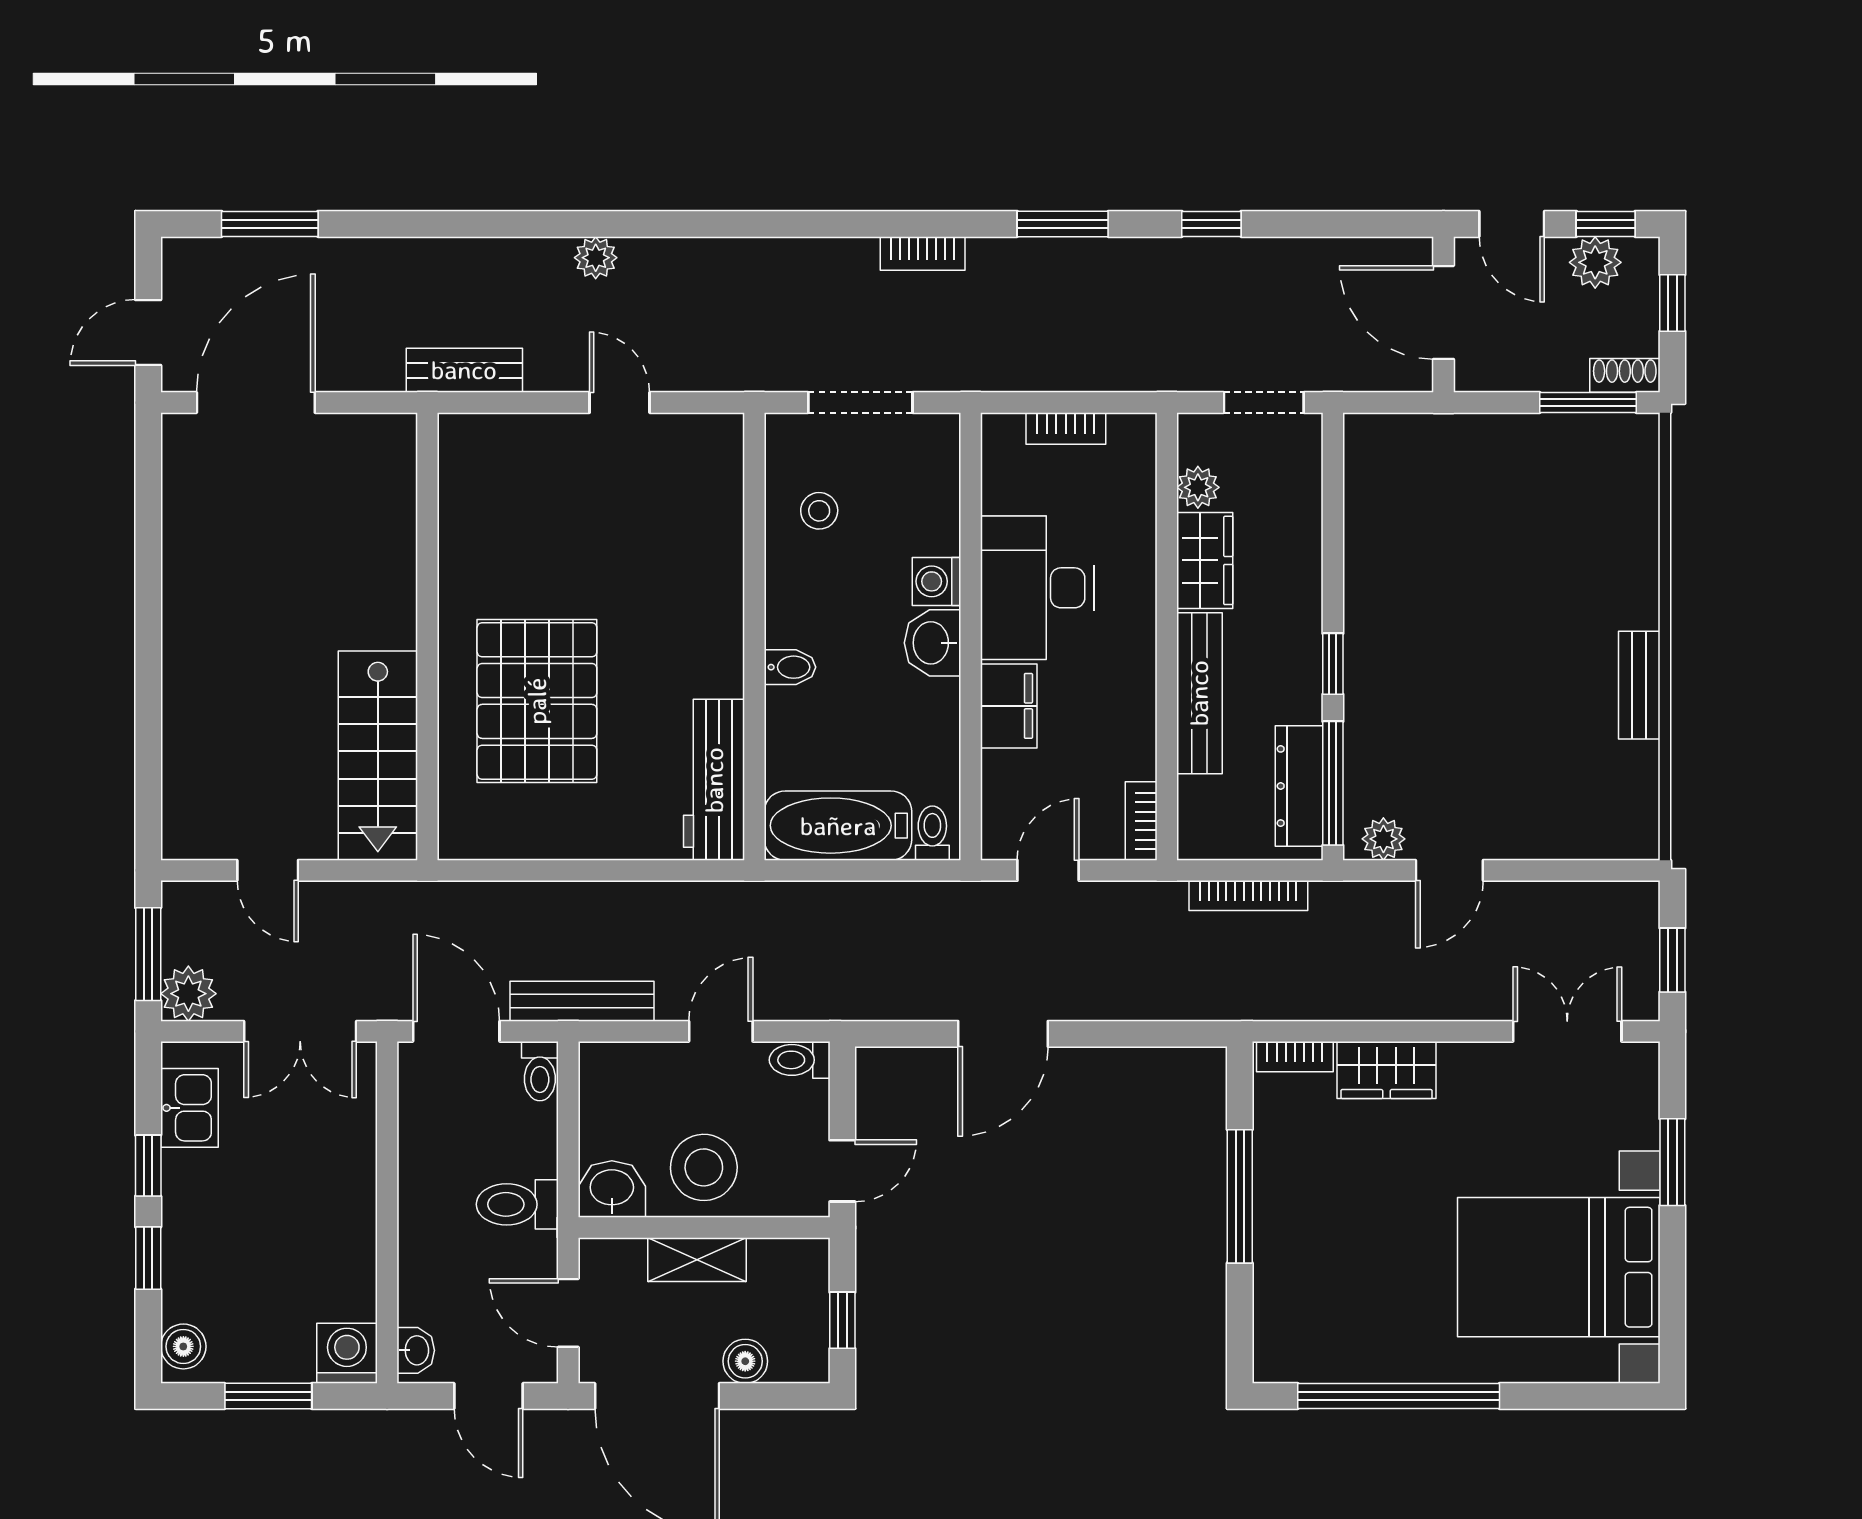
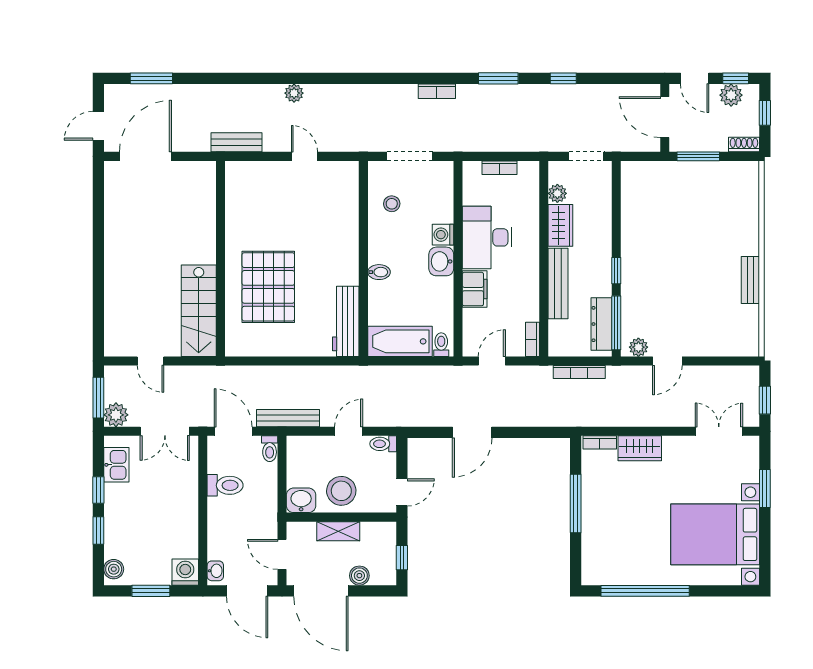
window: (1588, 403) -> (698, 156), moved
toilet: (517, 1204) -> (225, 485), moved, turned 180
door: (488, 1396) -> (247, 591), width x1.38

